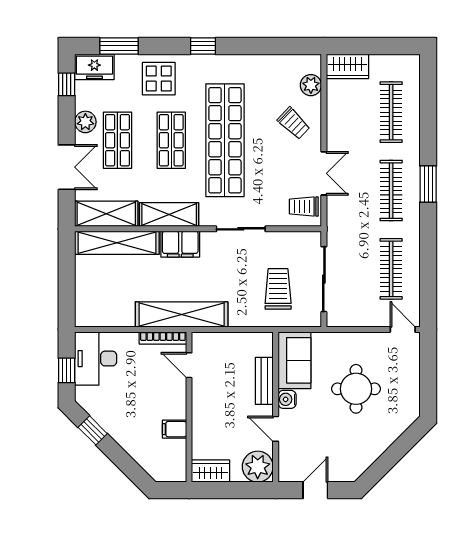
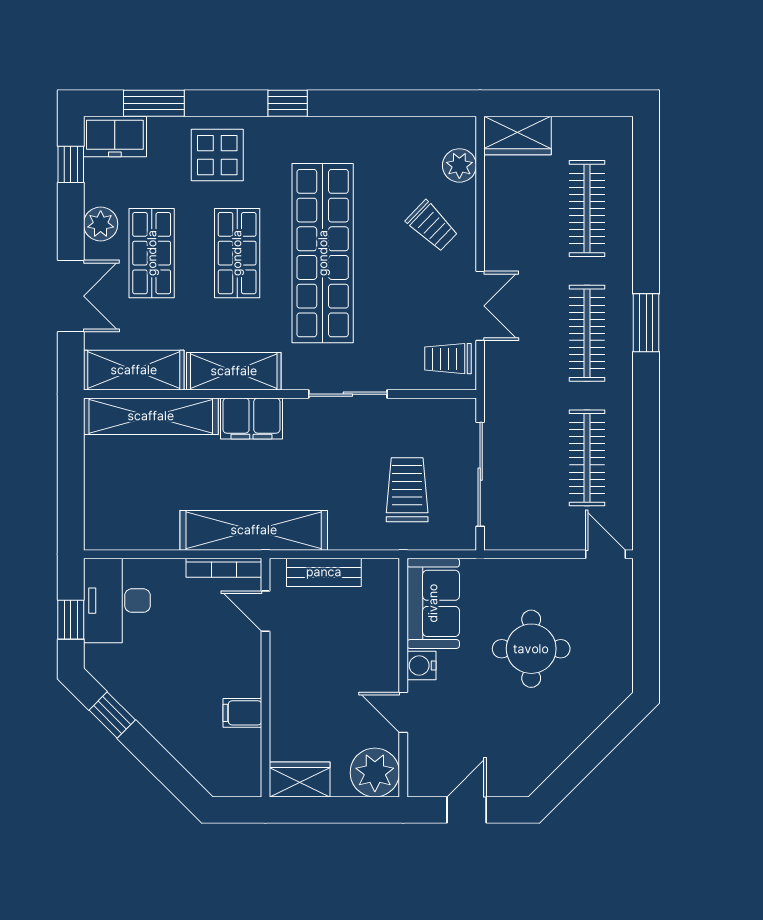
bench: (264, 381) -> (324, 572), moved, turned 90

